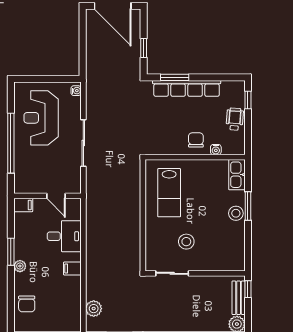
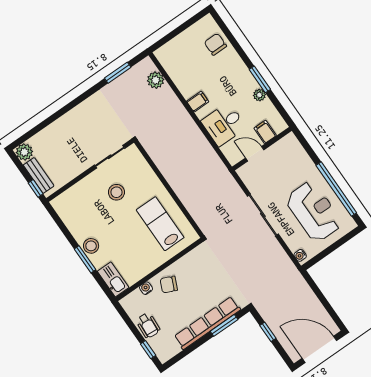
chair: (196, 140) -> (169, 285), turned 114
window: (11, 143) -> (336, 189), moved
filing cabinet: (23, 205) -> (265, 132), moved, turned 90
plant: (20, 266) -> (259, 95), moved

